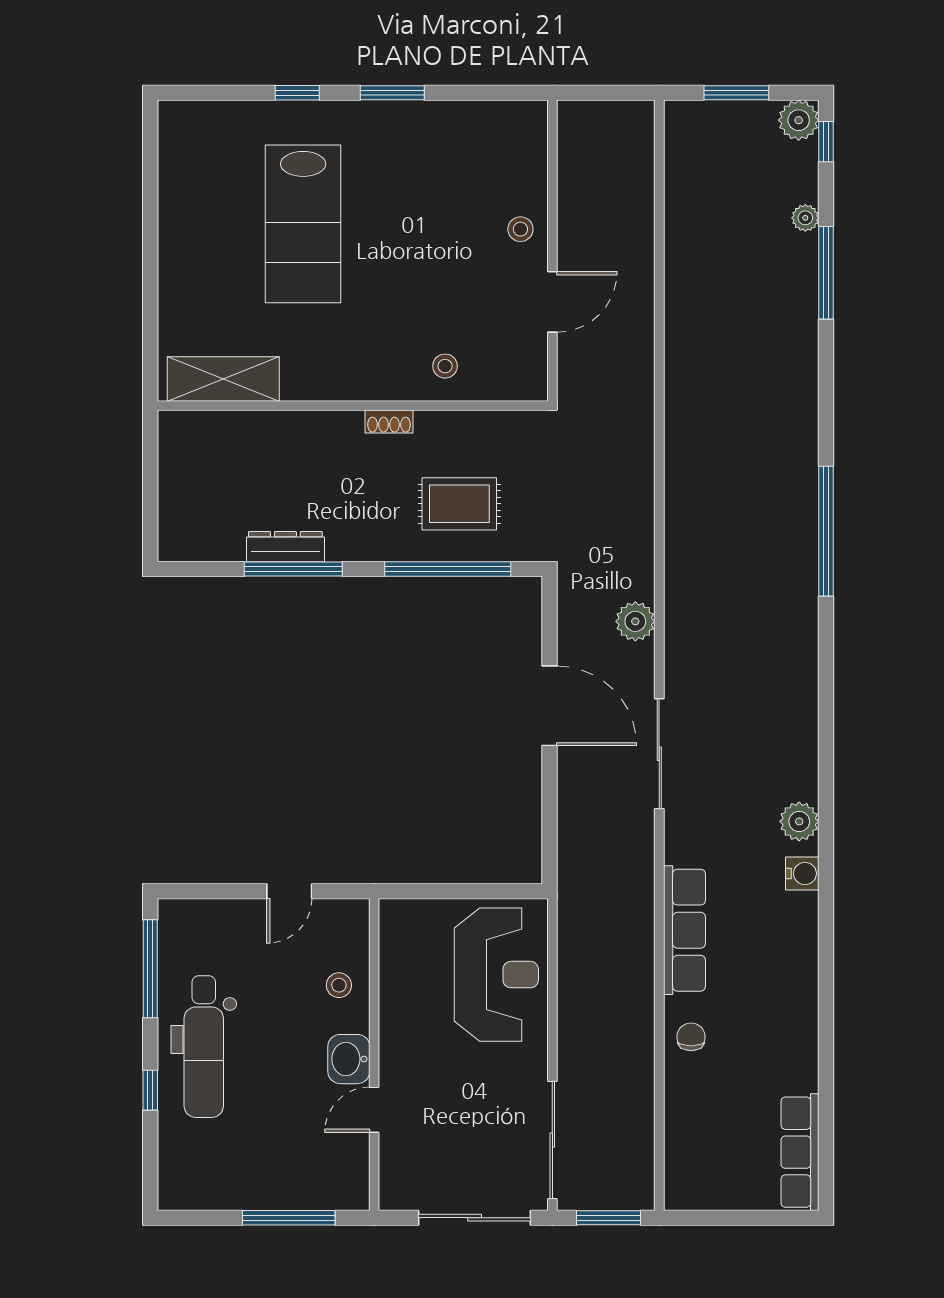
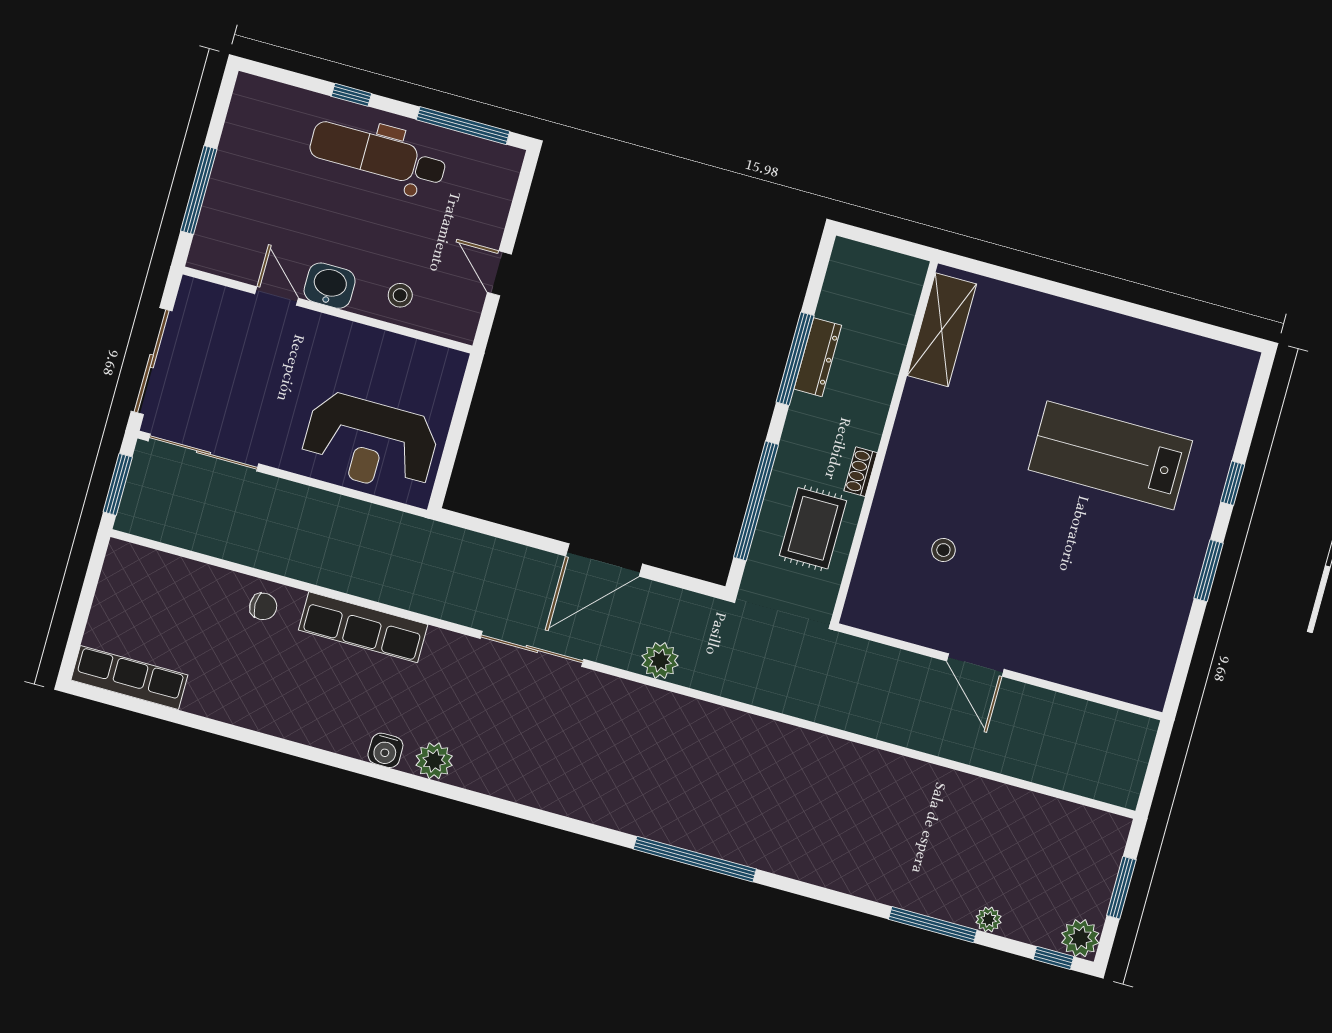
stool: (520, 229) -> (1050, 654), removed
shelving: (223, 379) -> (942, 330), moved
wall: (353, 406) -> (884, 442), moved
shoe rack: (389, 422) -> (861, 472), moved

